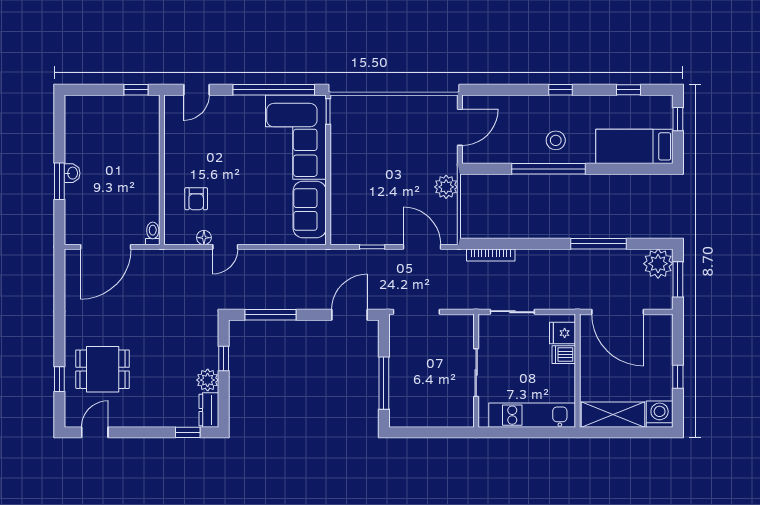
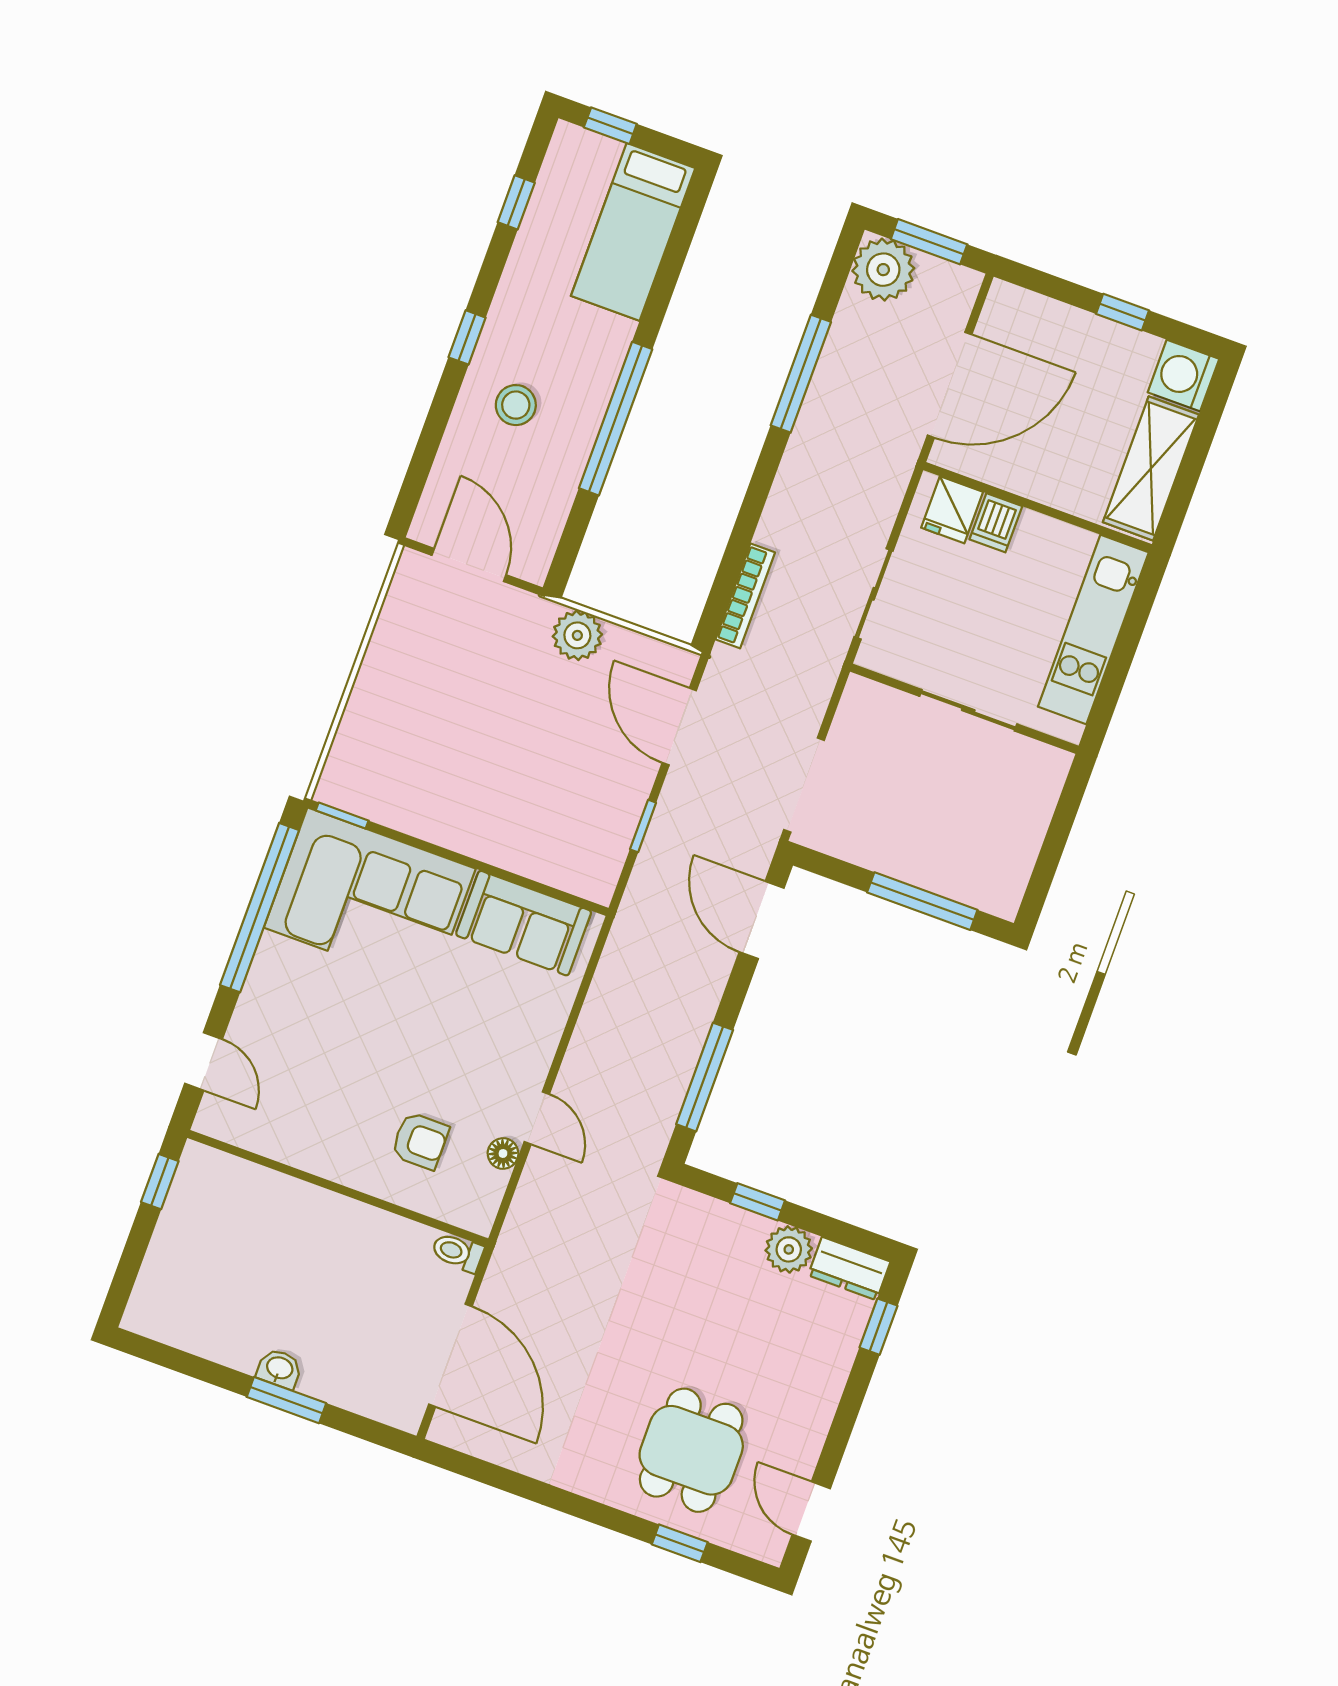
stool: (556, 140) -> (516, 405), moved
door: (422, 247) -> (679, 727), hinge flipped

